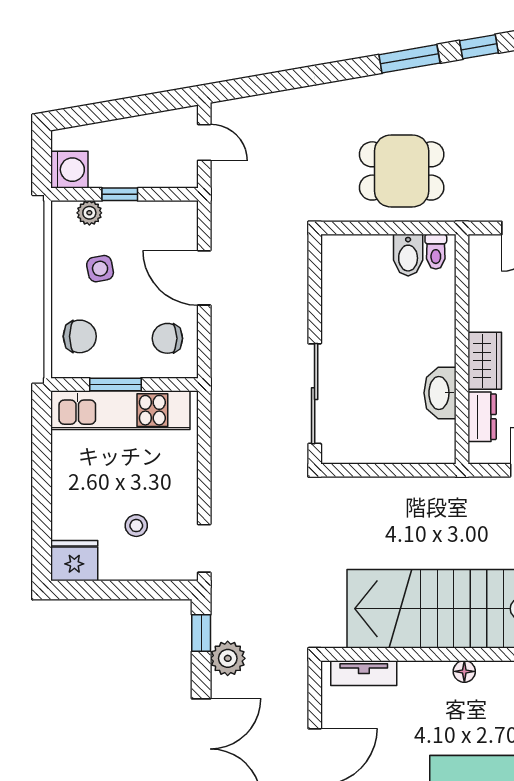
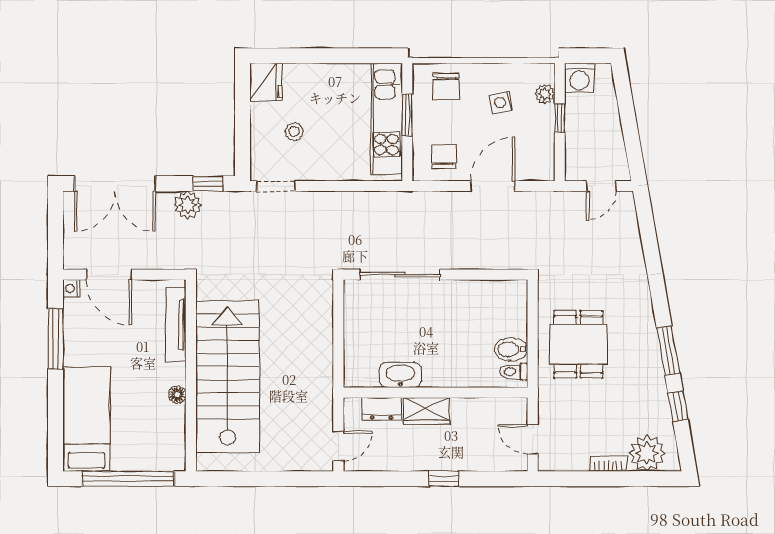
tv unit: (364, 673) -> (176, 325), width x1.41

